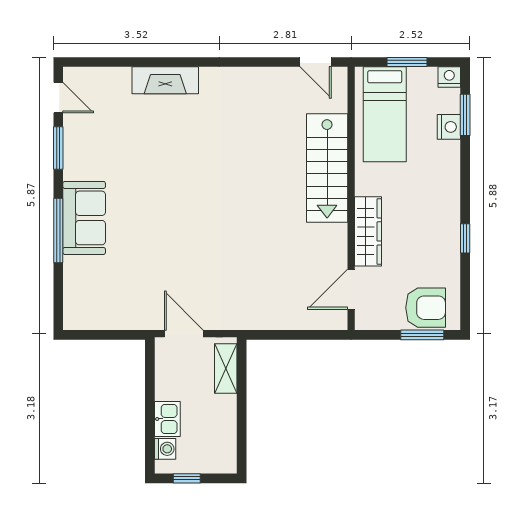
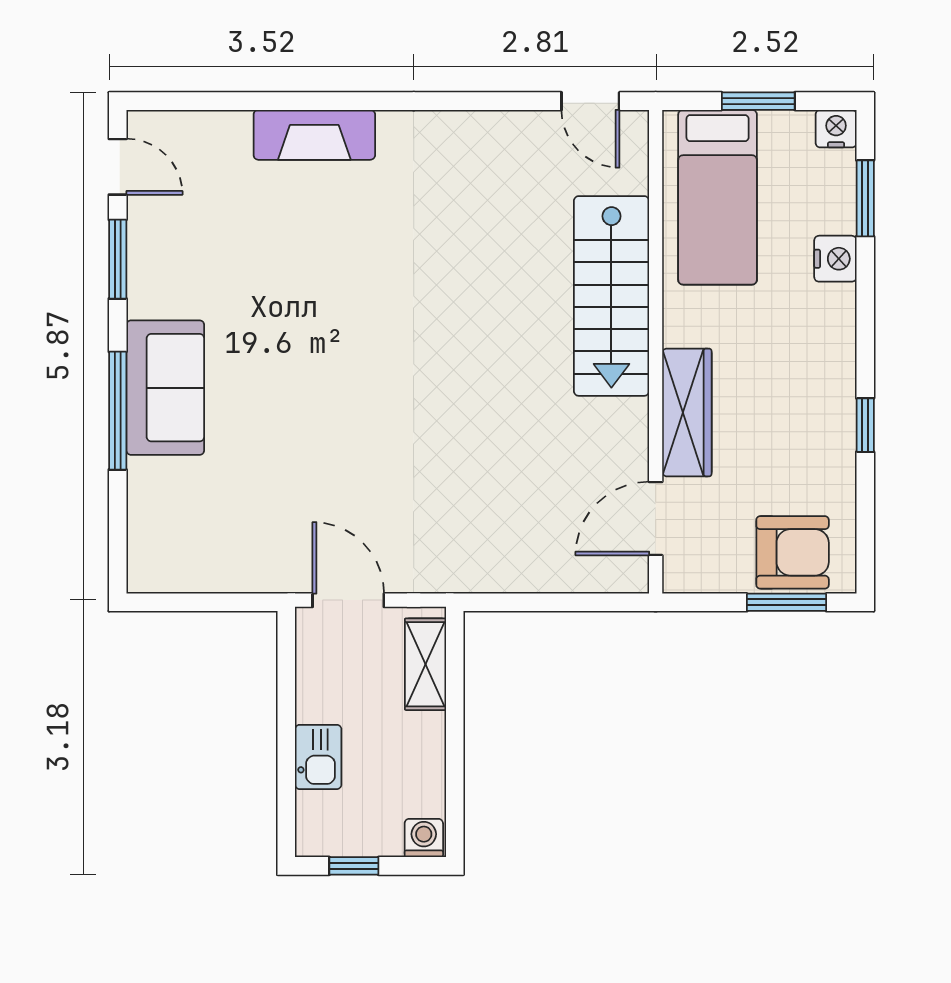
nightstand: (449, 127) -> (835, 259), moved
washing machine: (165, 449) -> (424, 838), moved, turned -90

